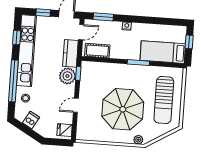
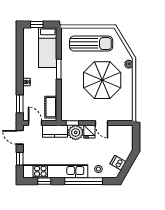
fridge: (65, 130) -> (89, 132), moved

